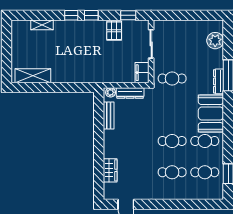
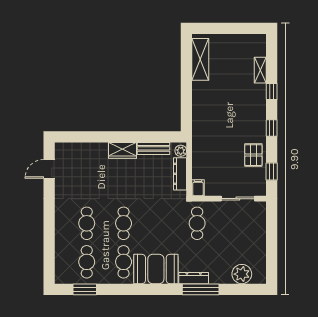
window: (71, 15) -> (272, 91), moved
pallet: (114, 31) -> (253, 155), turned 90
filing cabinet: (142, 73) -> (198, 188), width x0.50
wardrobe: (110, 170) -> (122, 150), moved

